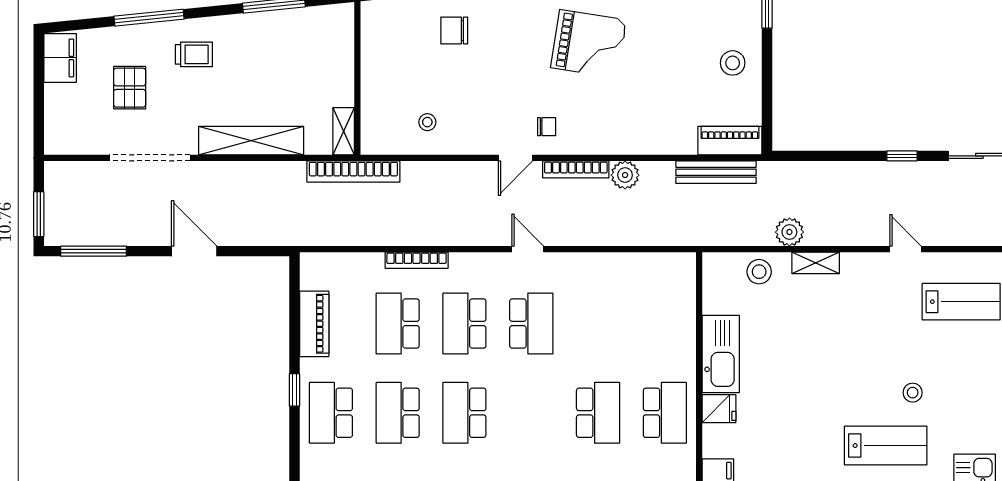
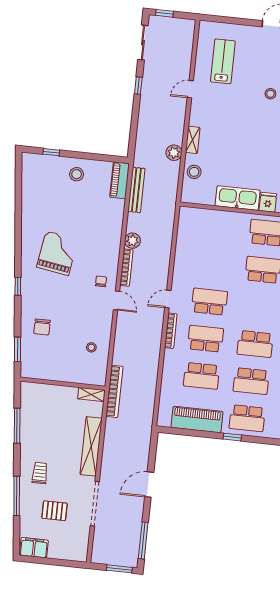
bookcase: (417, 260) -> (171, 331), moved
piano: (314, 324) -> (197, 420), width x1.37, depth x1.33
school desk: (464, 324) -> (205, 339), turned 180

